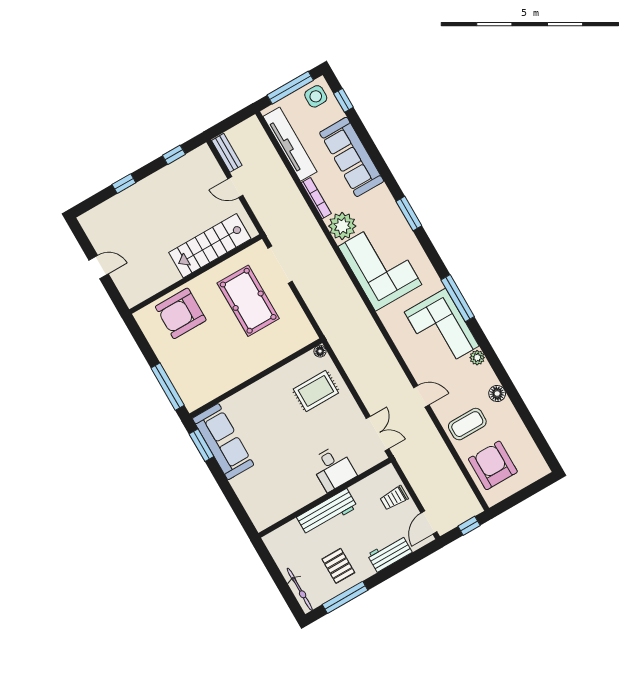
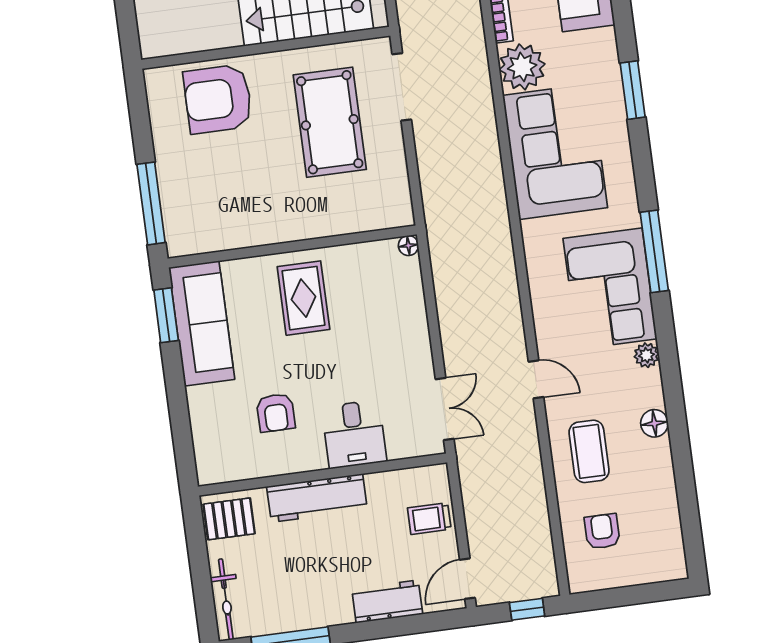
rug: (316, 391) -> (303, 298), moved, turned 90
coffee table: (467, 424) -> (589, 451), turned 90
armchair: (493, 465) -> (602, 531), width x0.53, depth x0.53
armchair: (285, 474) -> (276, 413), added
pallet: (338, 566) -> (229, 519), moved, turned 90

